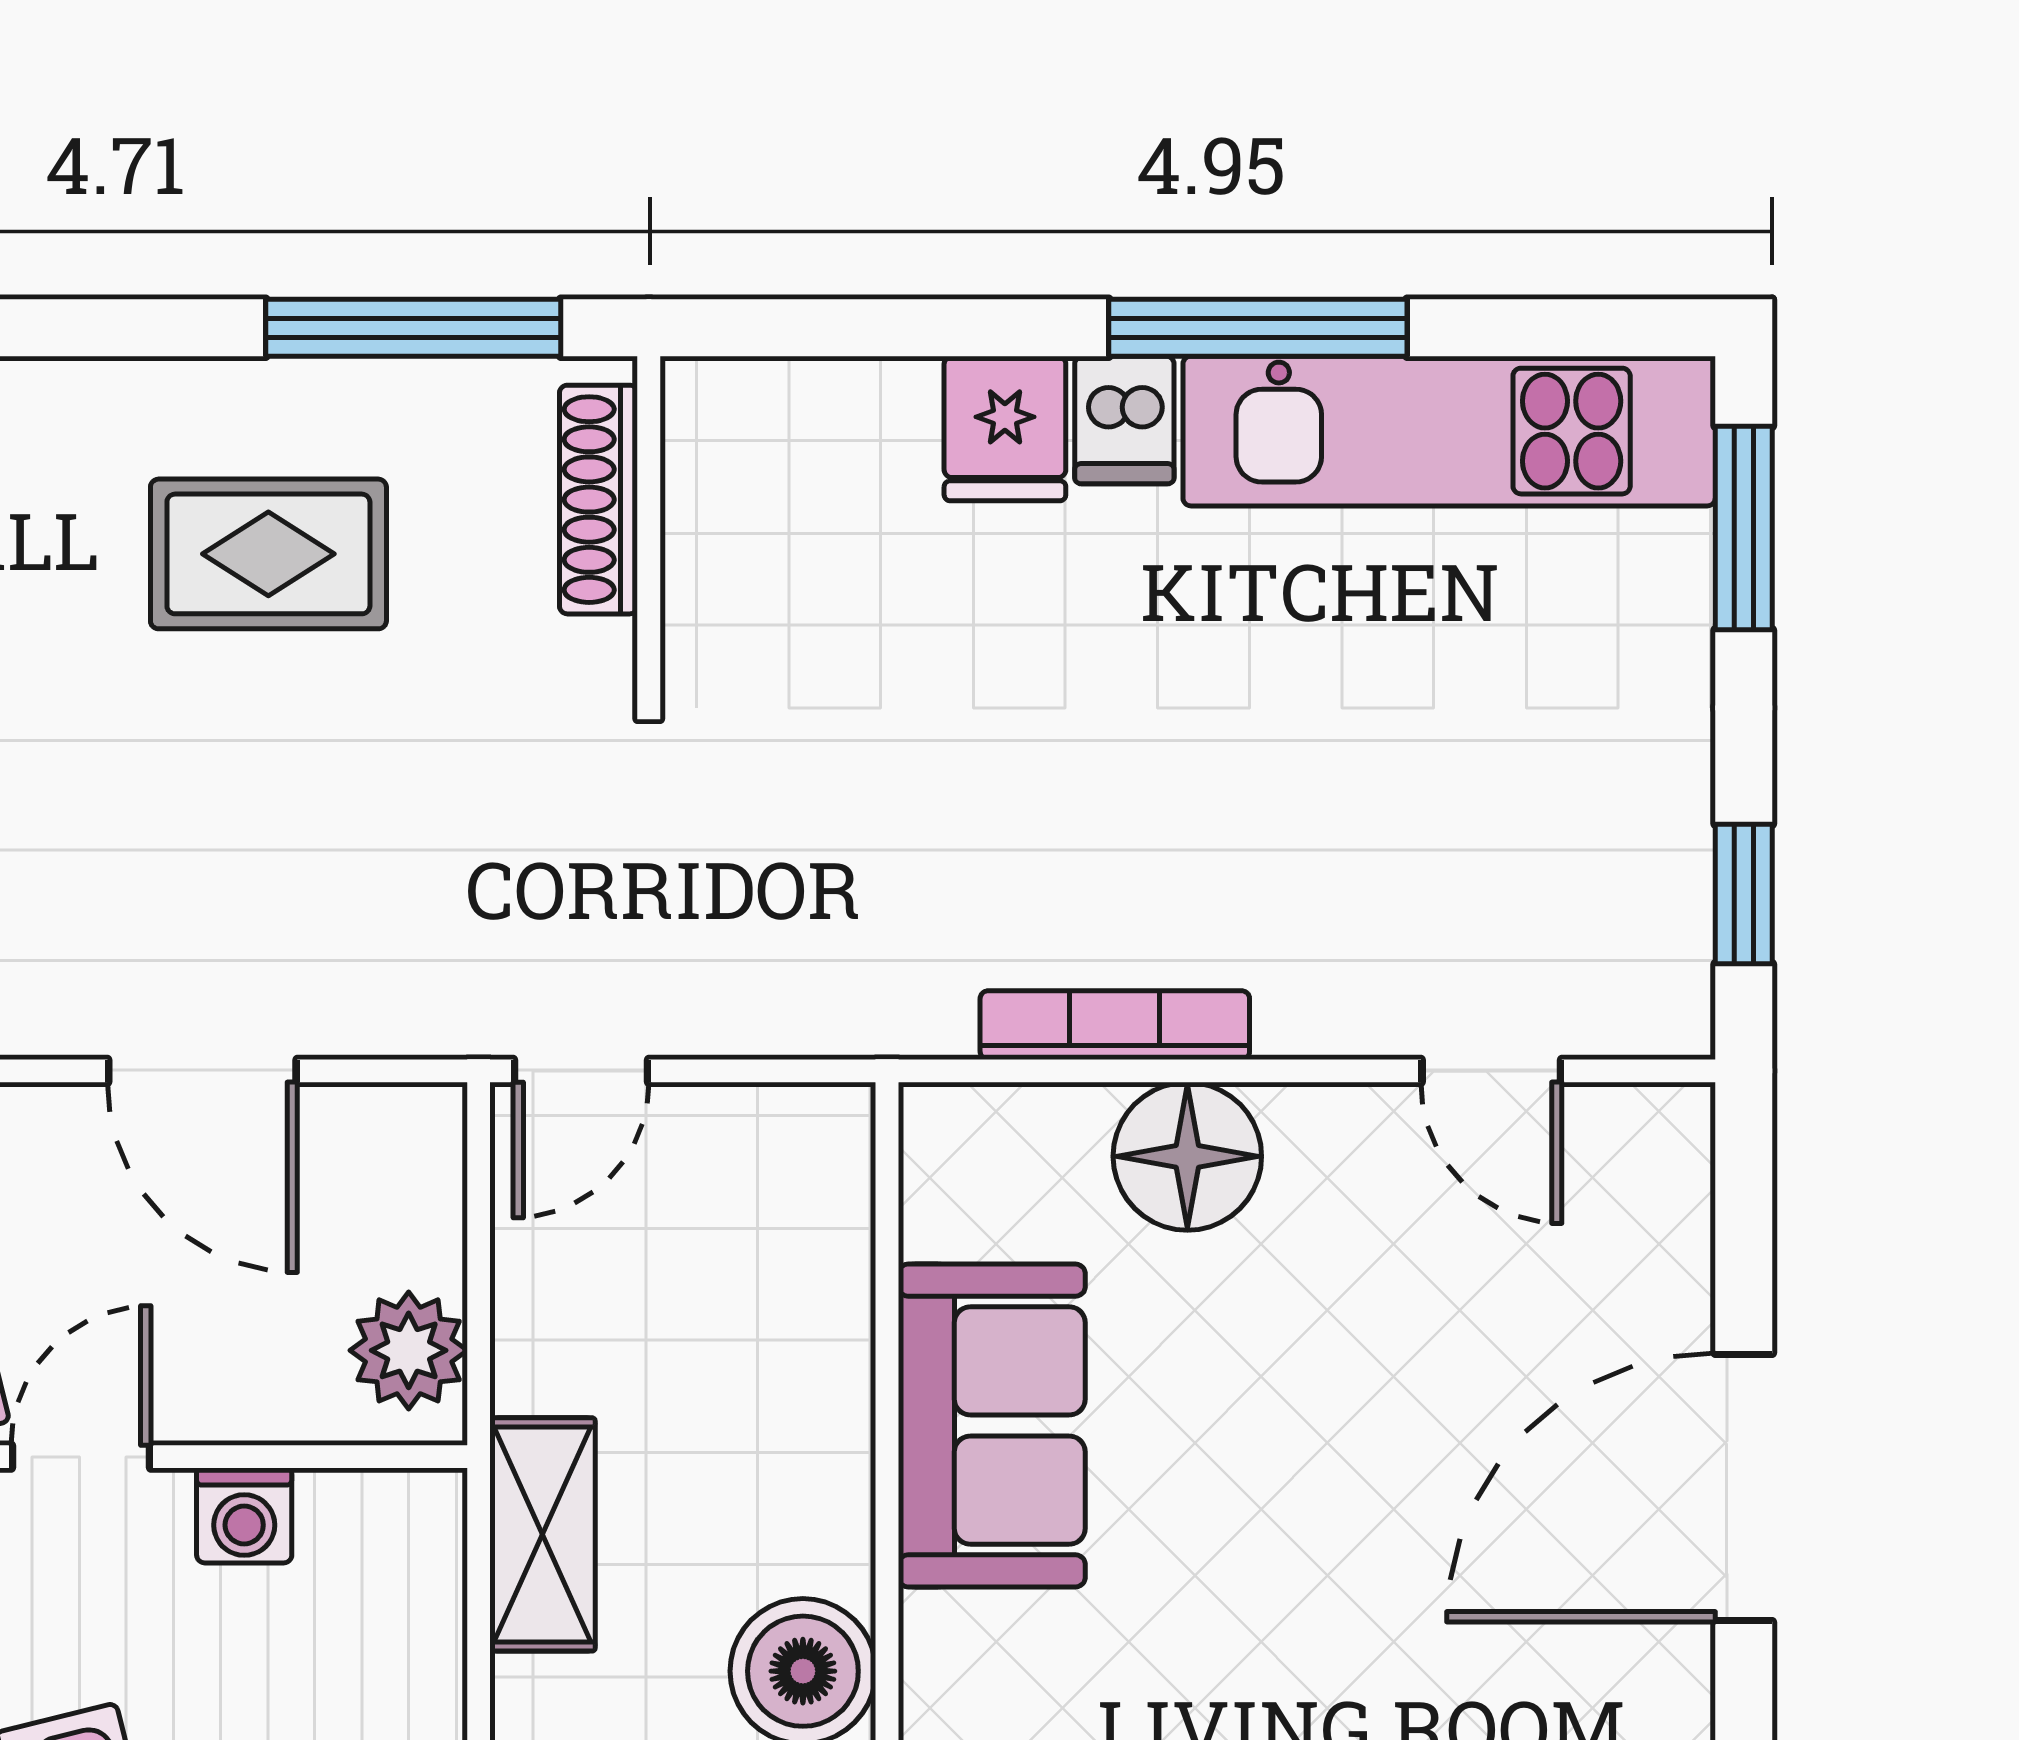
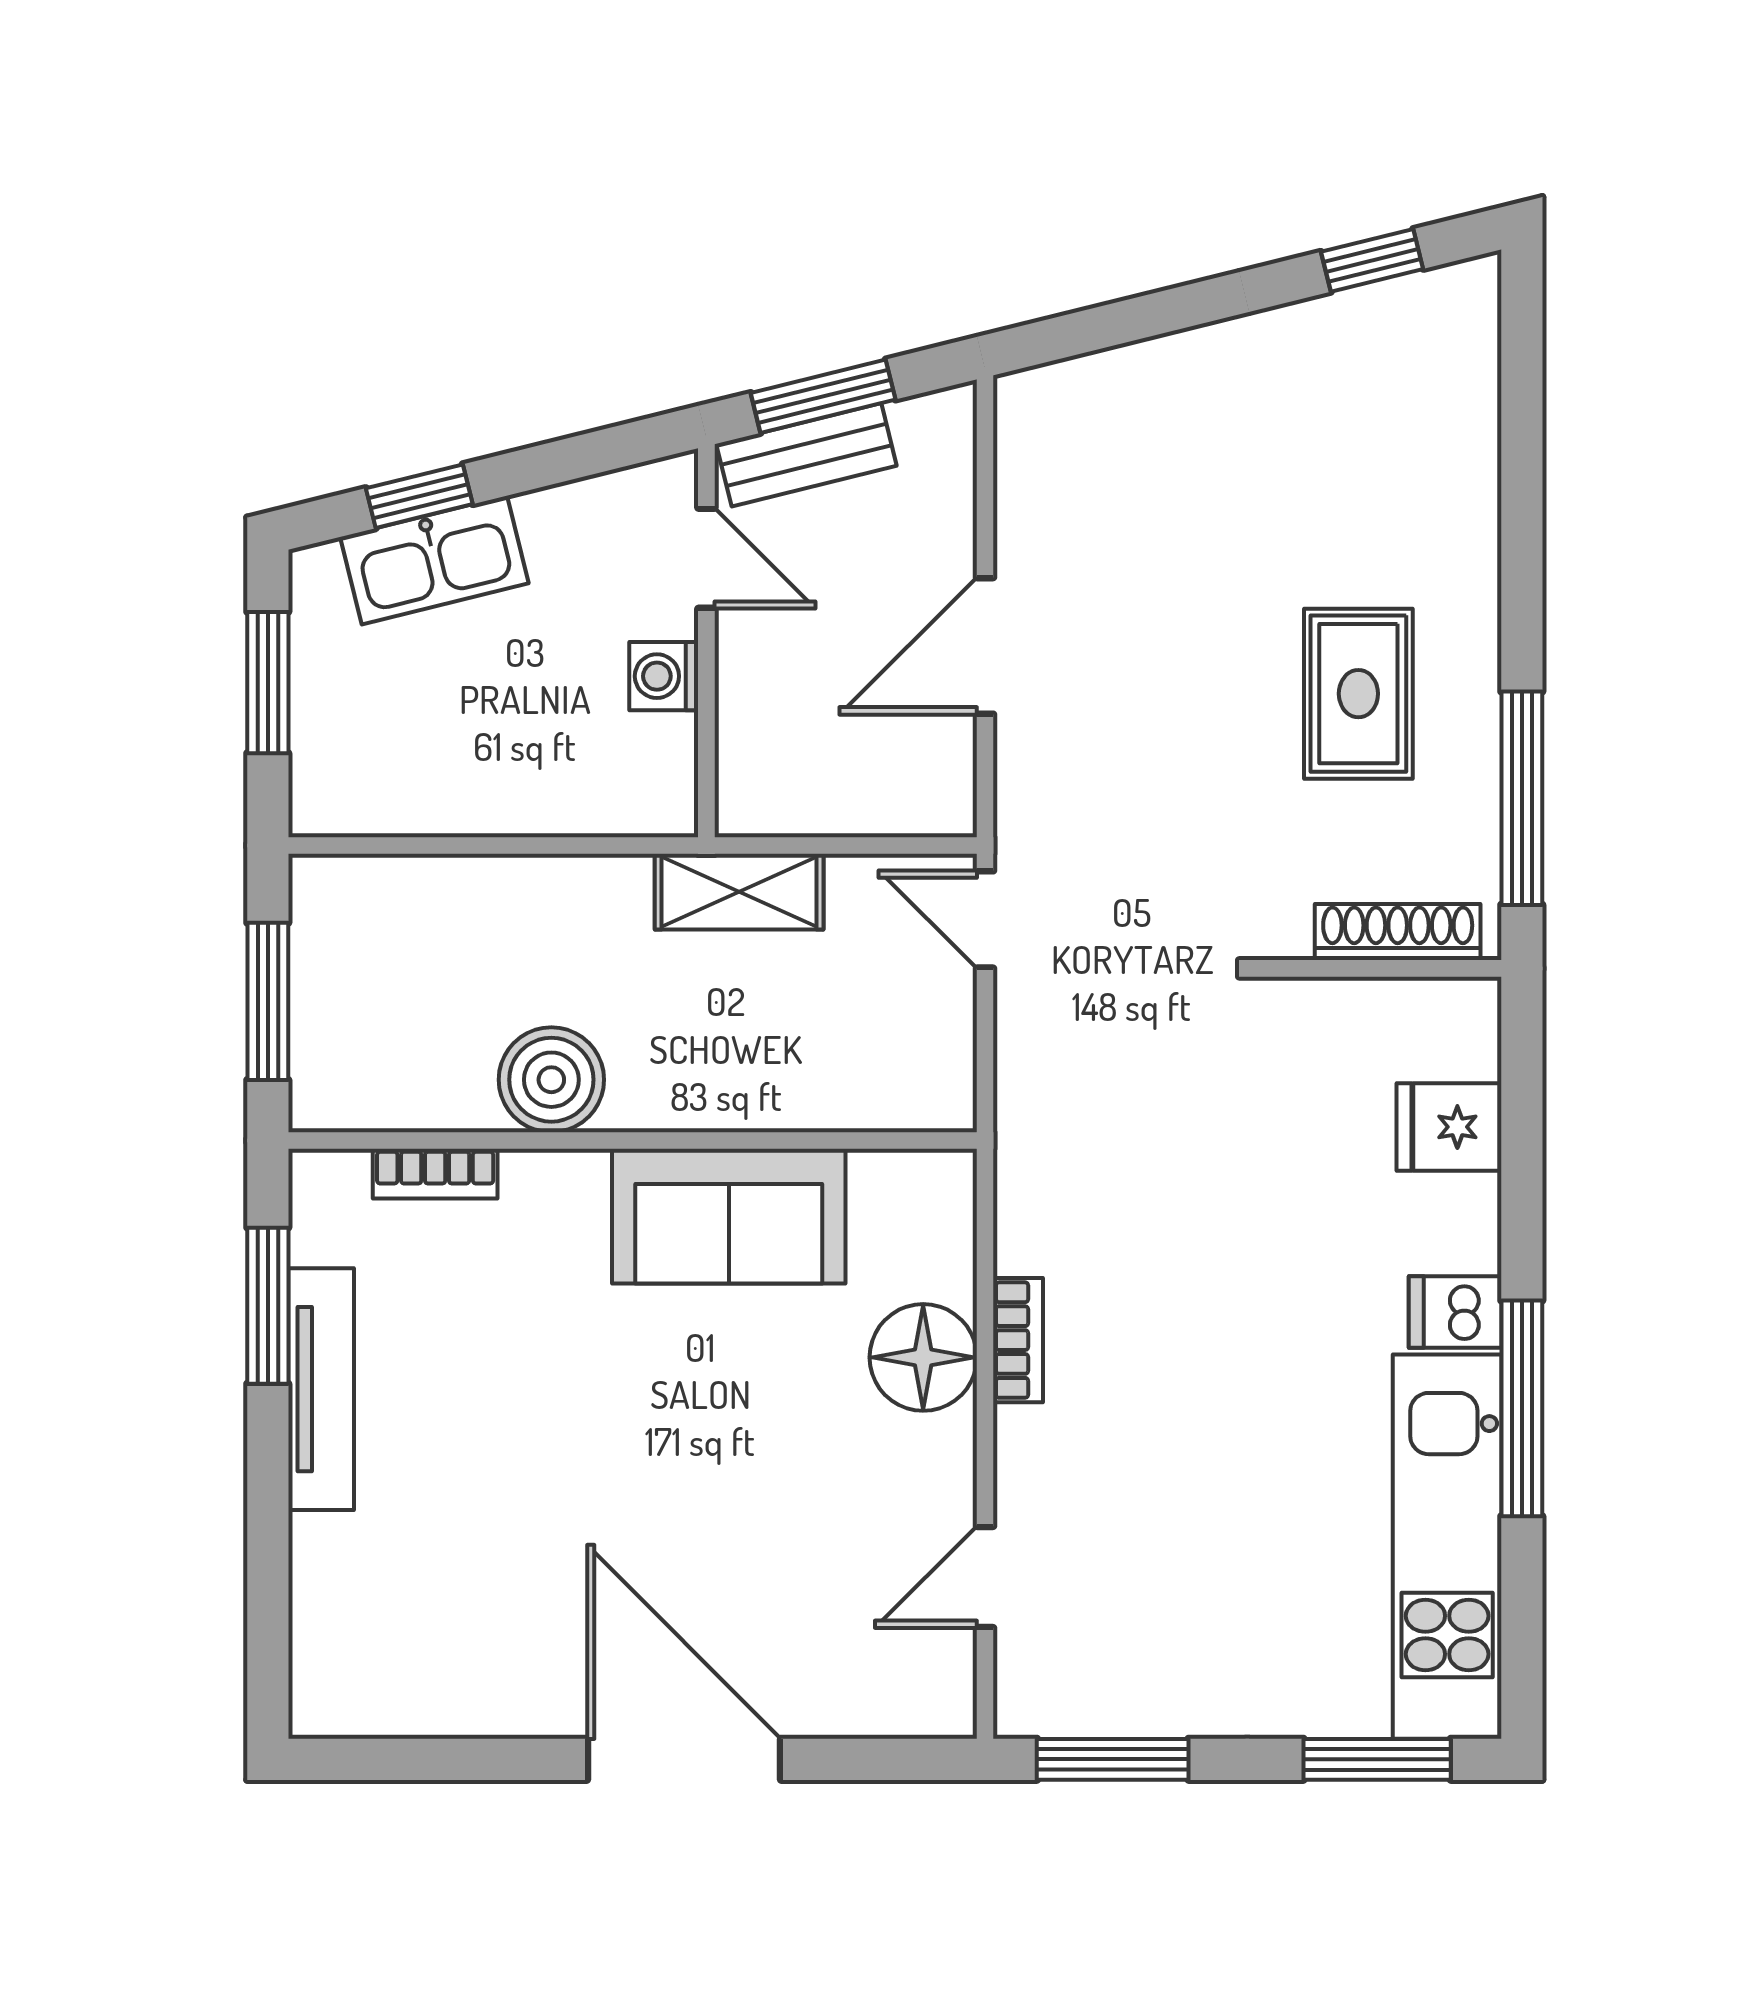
fridge: (1005, 429) -> (1449, 1127), moved
window: (1744, 894) -> (1113, 1759), width x1.50
bookcase: (1115, 1025) -> (1018, 1340), width x0.64
plant: (409, 1350) -> (783, 795), removed
shelving: (542, 1534) -> (739, 892), moved

